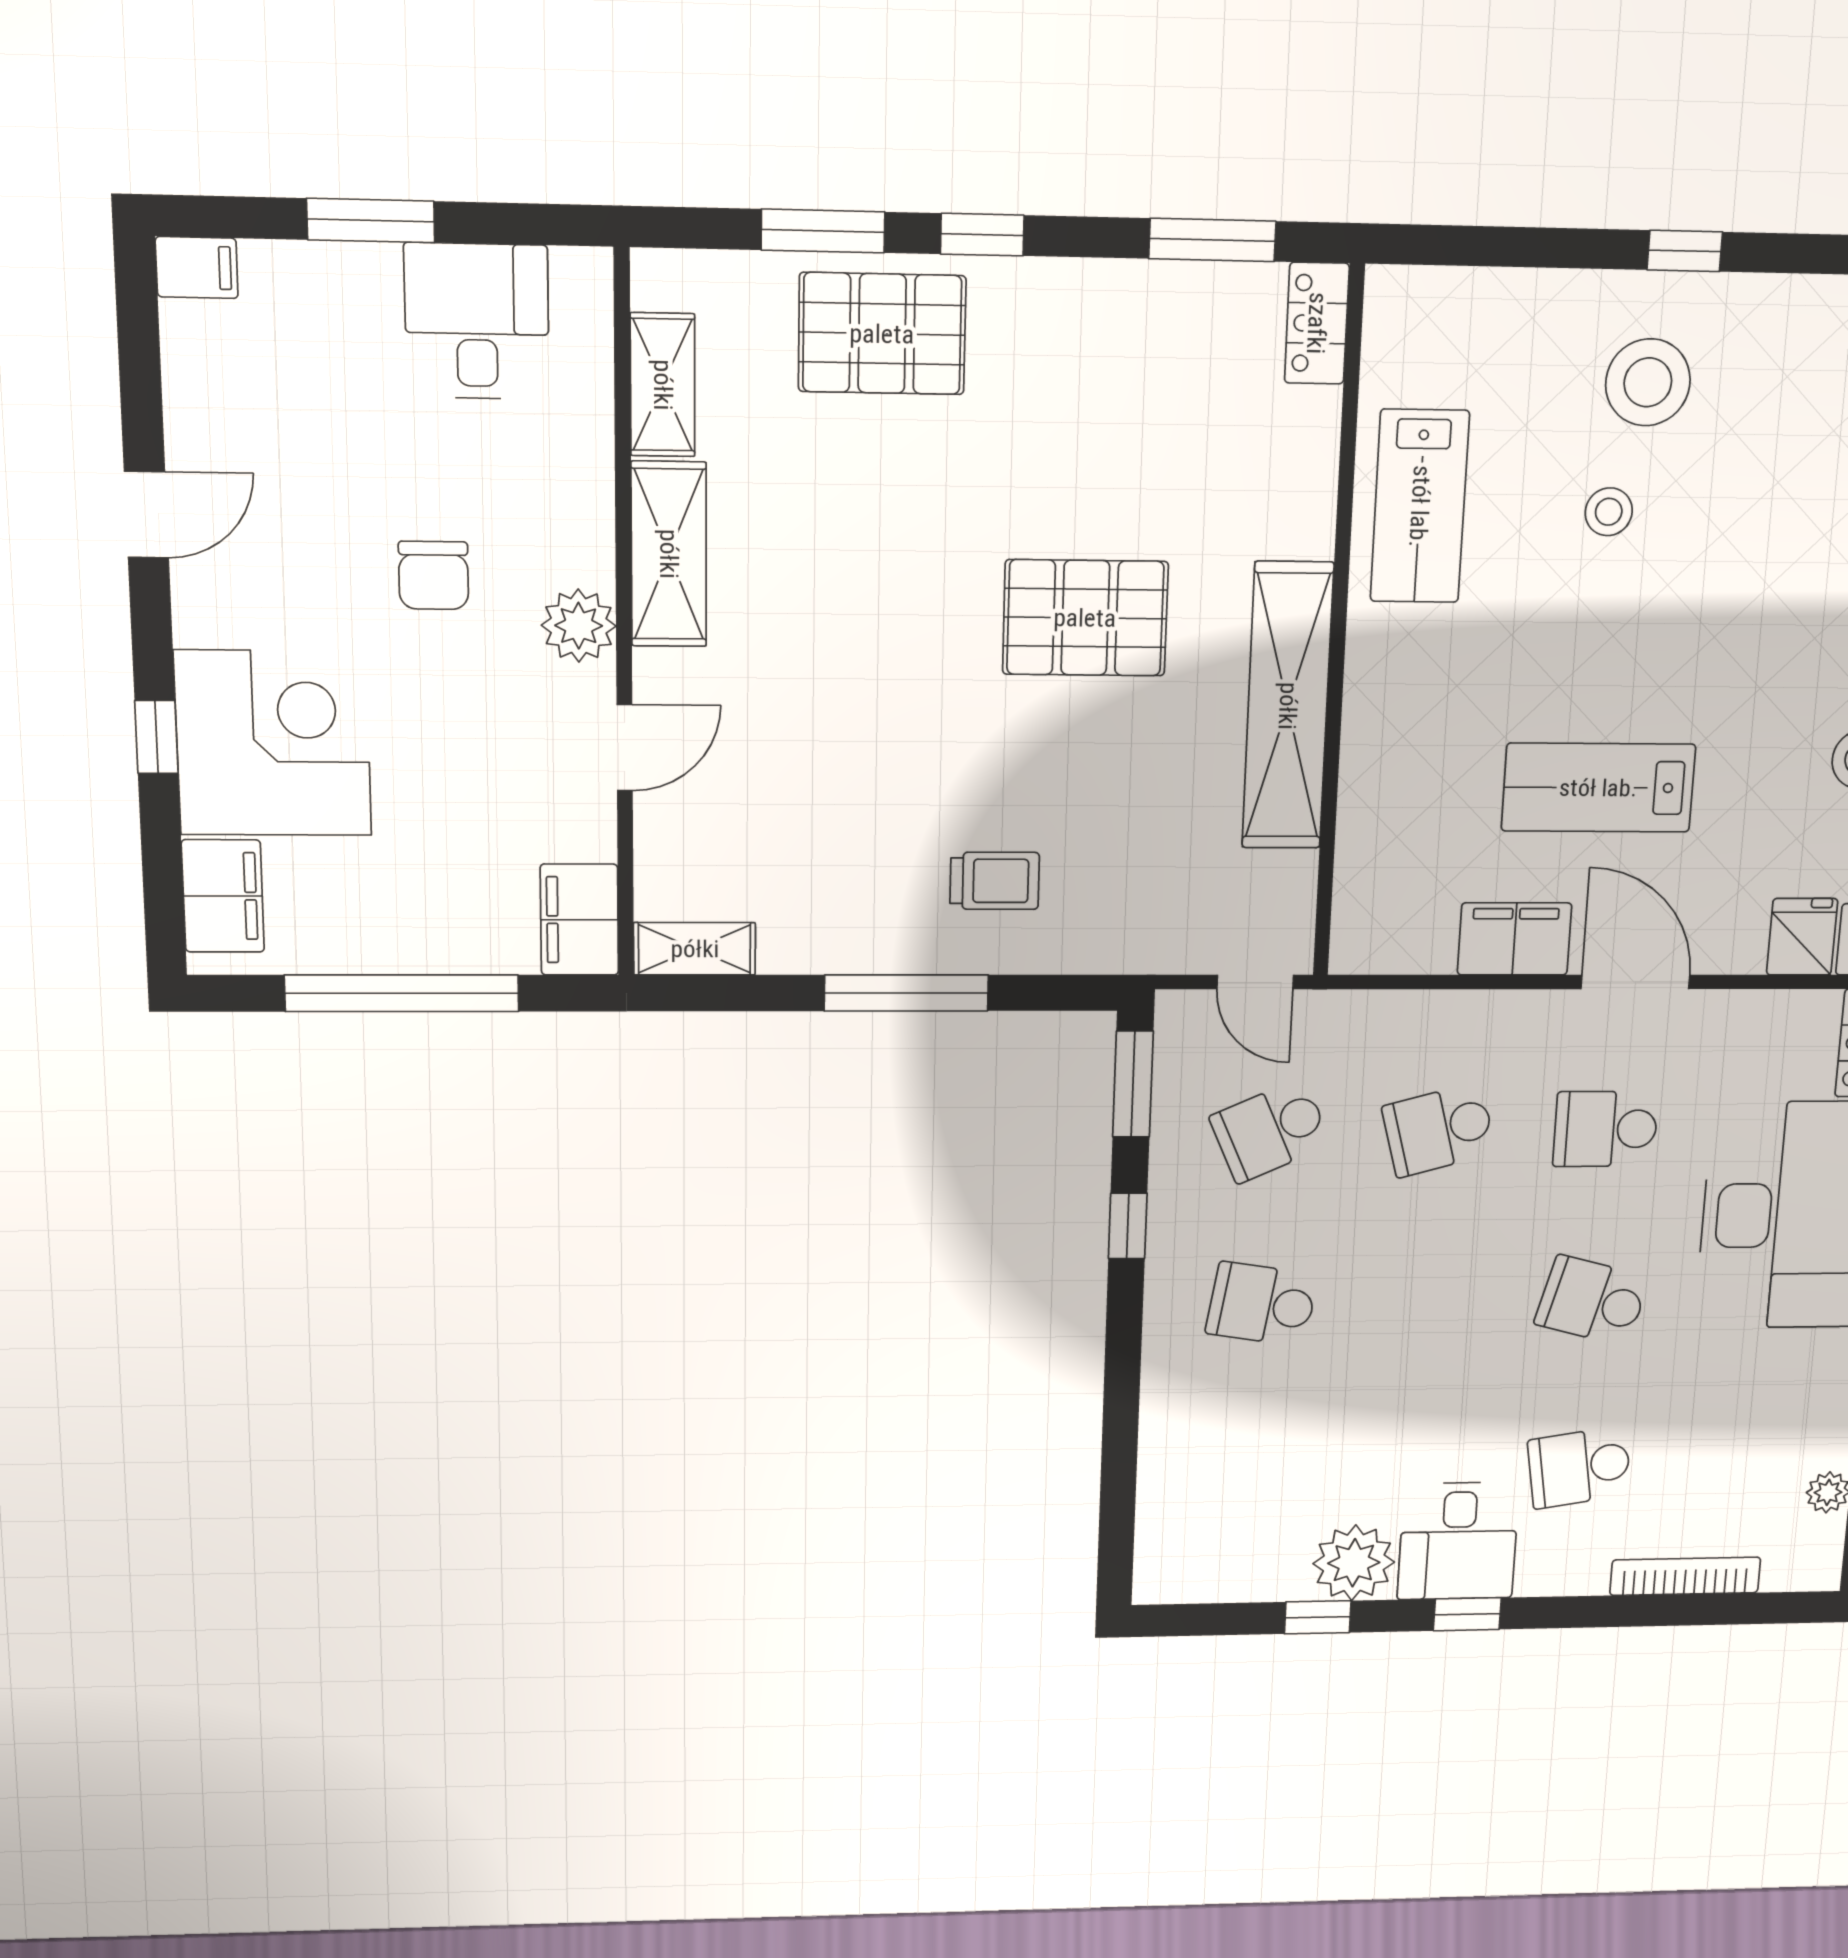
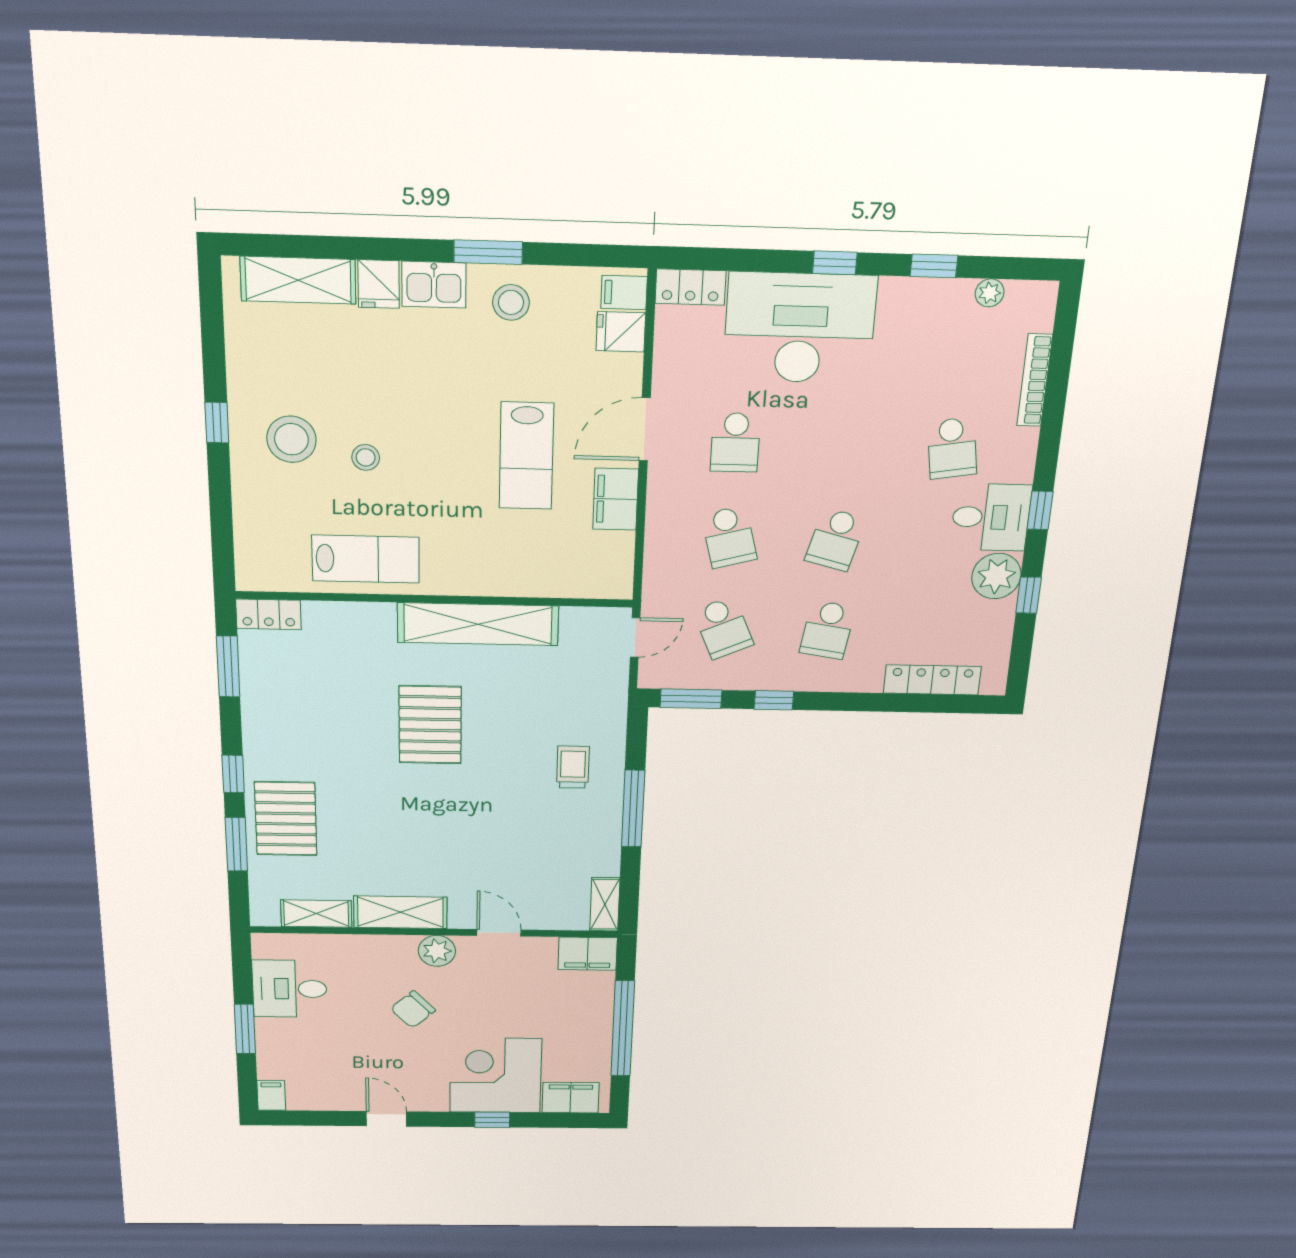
chair: (434, 575) -> (413, 1009), turned 137
school desk: (1592, 1301) -> (836, 540), moved
locker: (1163, 1484) -> (932, 680), added

